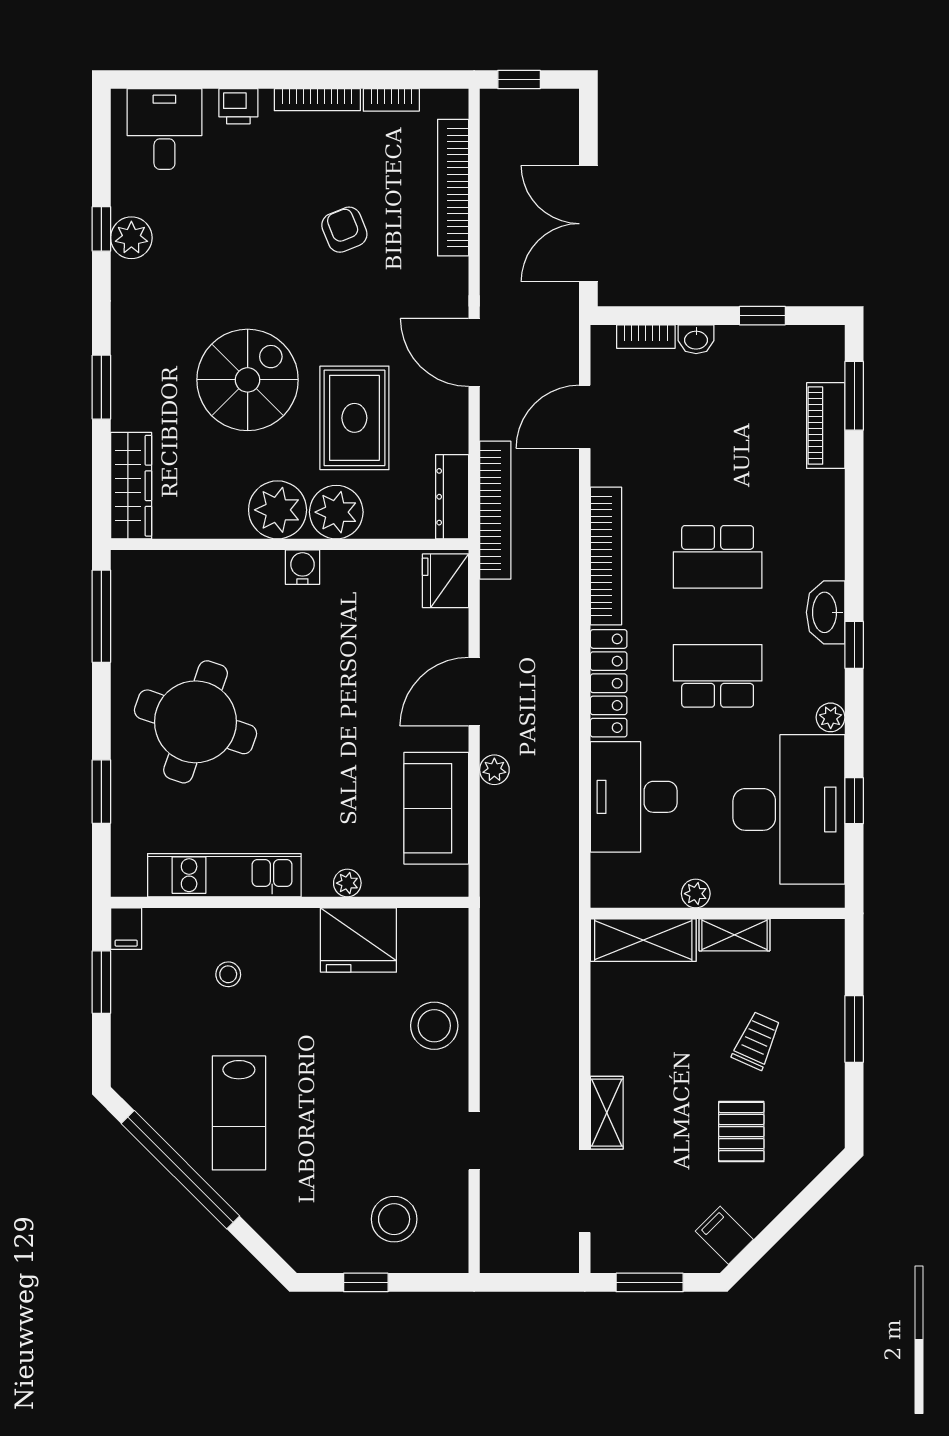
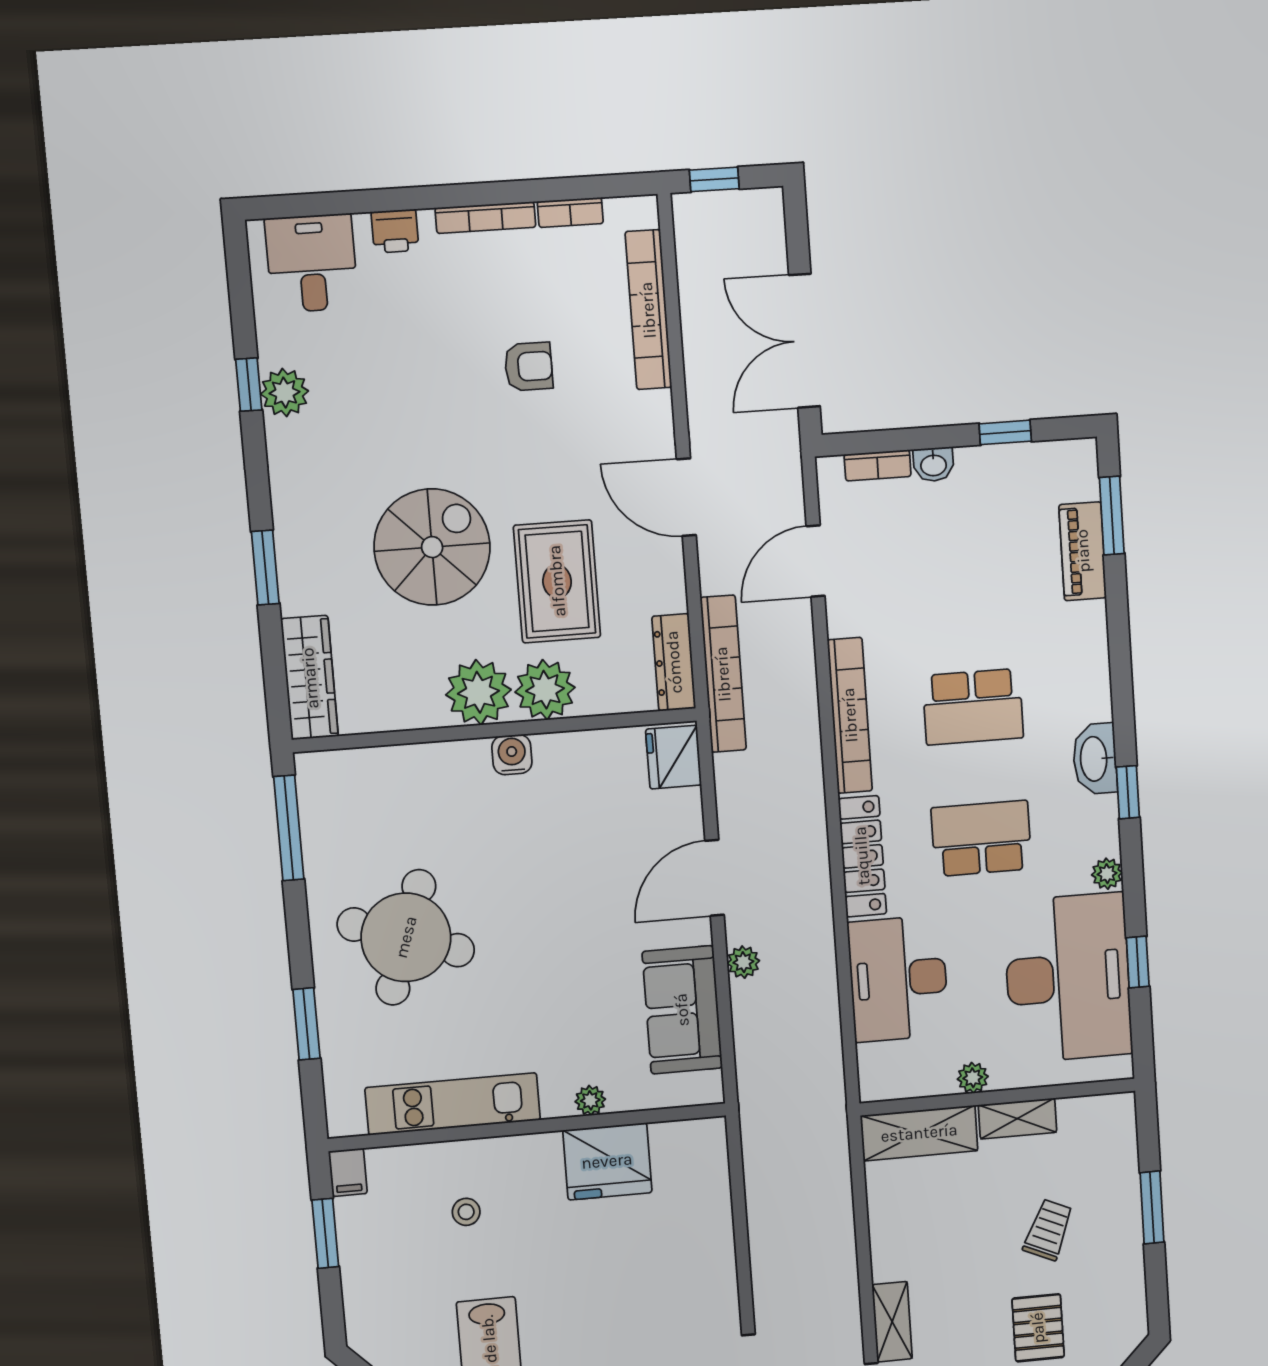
armchair: (344, 230) -> (529, 367), turned 112
stool: (434, 1026) -> (698, 1246), removed

